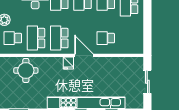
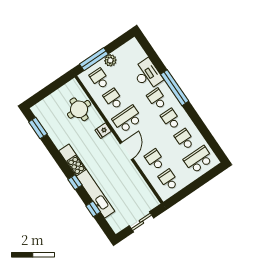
school desk: (36, 38) -> (113, 99), width x0.54
school desk: (129, 38) -> (169, 180), added
fridge: (68, 63) -> (103, 131), moved

